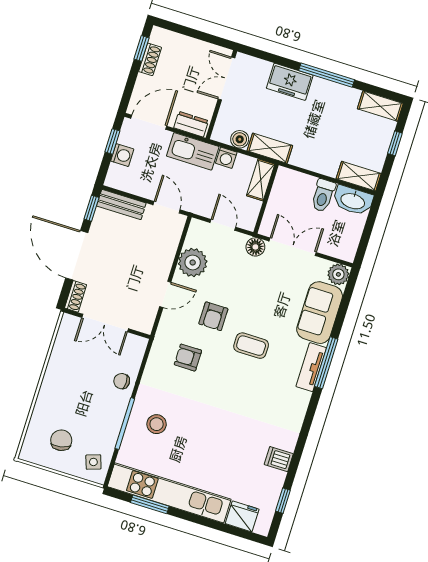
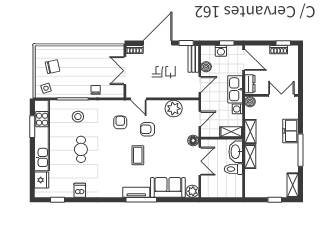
boiler: (240, 139) -> (250, 102), moved
shelving: (359, 176) -> (250, 157), moved
boiler: (141, 188) -> (206, 67), added
washbasin: (353, 200) -> (236, 152), moved
door: (165, 294) -> (138, 99), moved
cafe table: (212, 436) -> (81, 149), added

